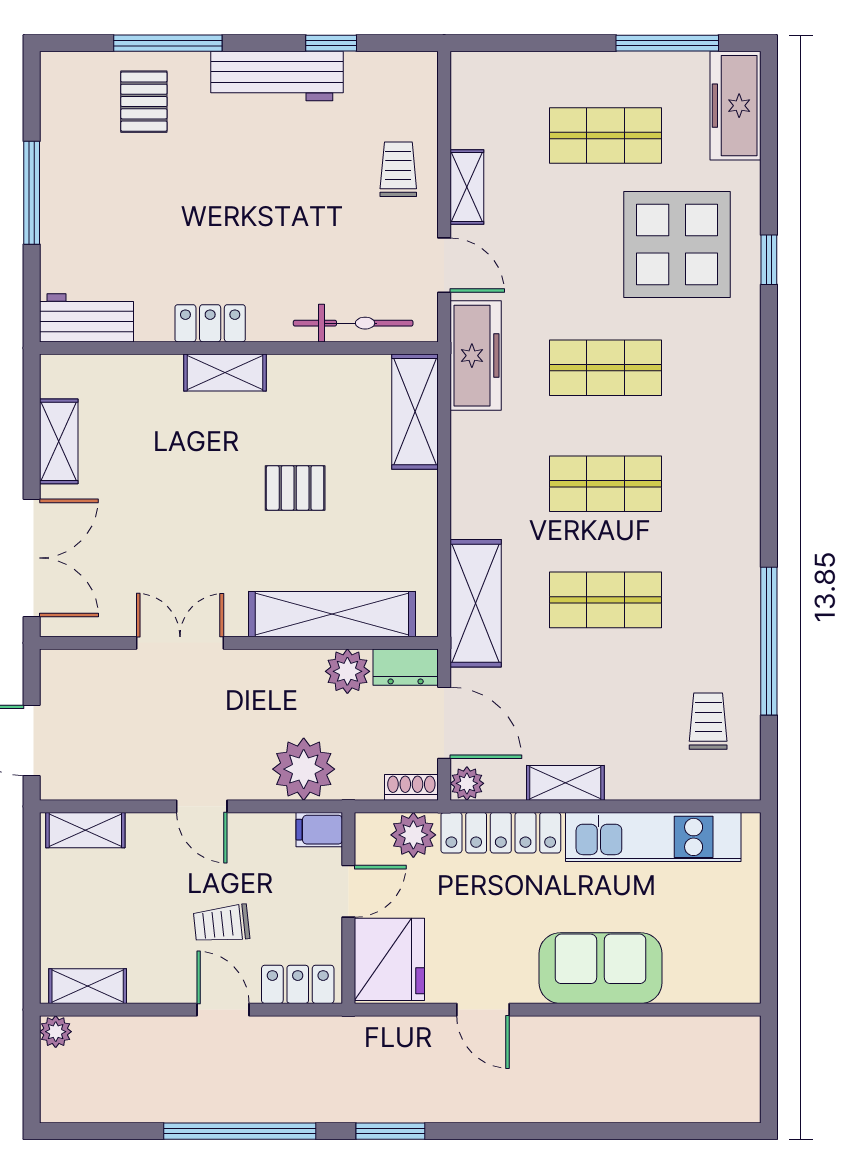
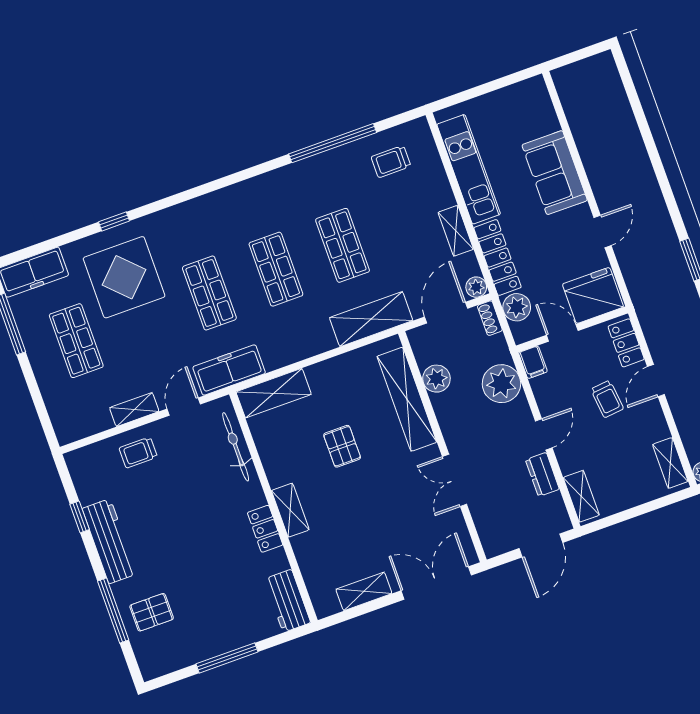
dresser: (406, 667) -> (542, 474), moved, turned 180

